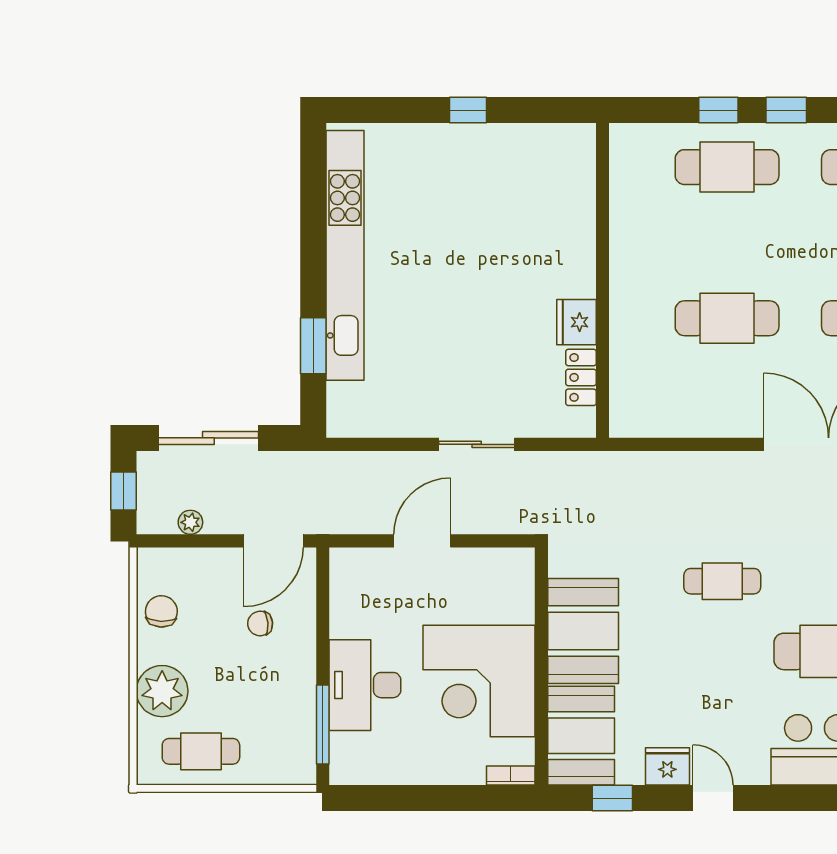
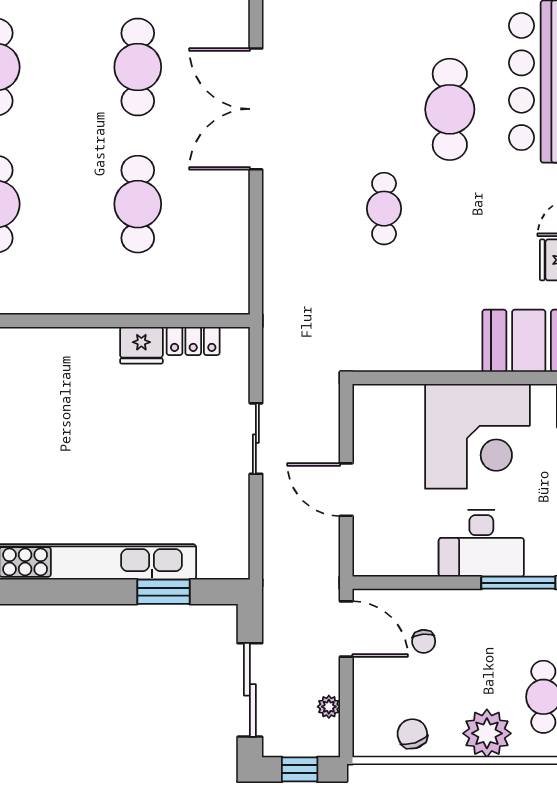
chair: (161, 611) -> (412, 734), turned 70
booth: (583, 631) -> (431, 339), removed

